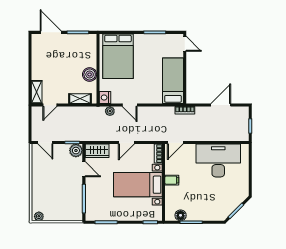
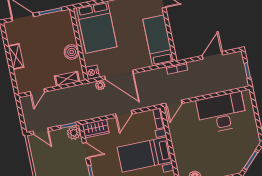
shelving: (37, 92) -> (16, 57), moved
door: (130, 105) -> (119, 75), width x1.87
filing cabinet: (172, 180) -> (178, 143), removed

